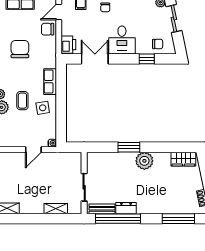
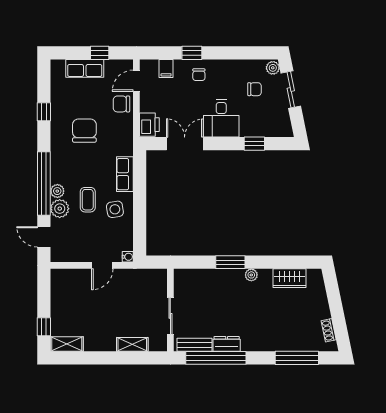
chair: (158, 44) -> (254, 89), moved
wardrobe: (183, 159) -> (289, 278), moved
plant: (144, 161) -> (251, 275), width x0.53, depth x0.53

